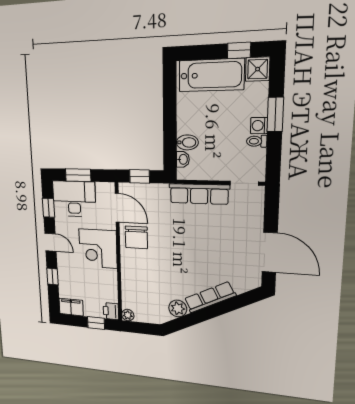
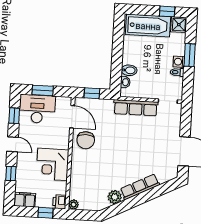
corner desk: (98, 249) -> (52, 164), moved

